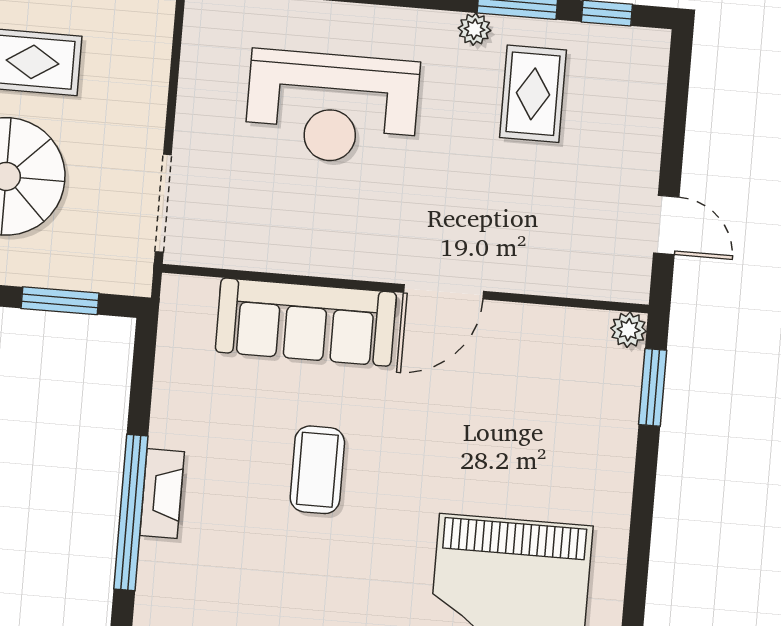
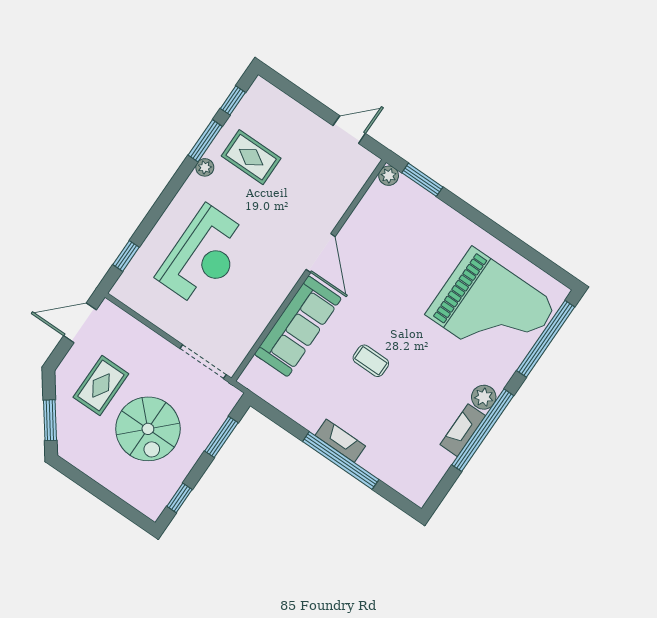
coffee table: (317, 470) -> (371, 361), width x0.73, depth x0.77

